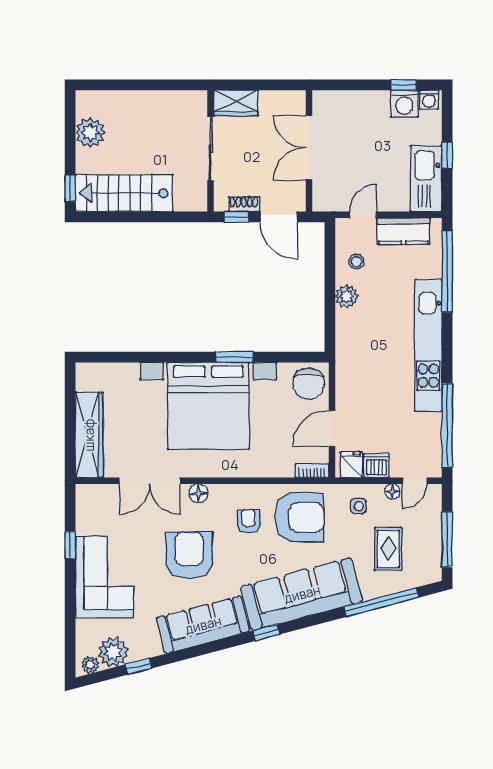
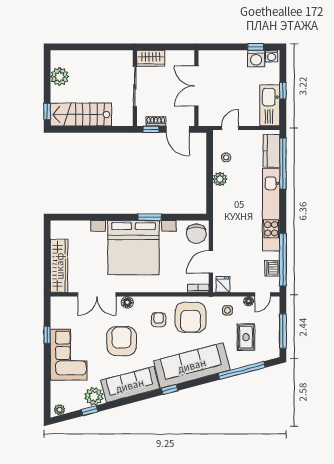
kitchen counter: (403, 231) -> (271, 151), moved, turned 90
dishwasher: (377, 466) -> (272, 268), moved, turned -90
armchair: (300, 517) -> (191, 317), turned 90
plant: (113, 652) -> (94, 396), moved

